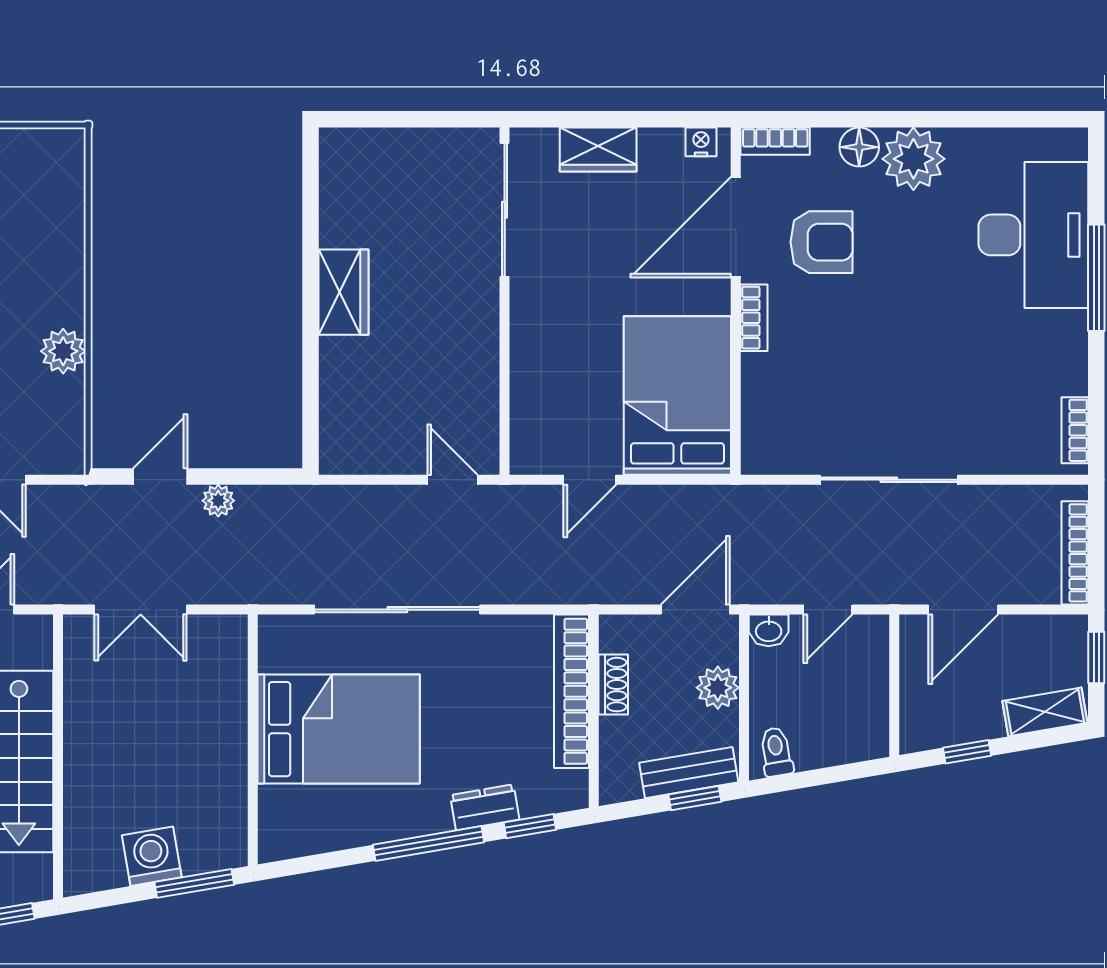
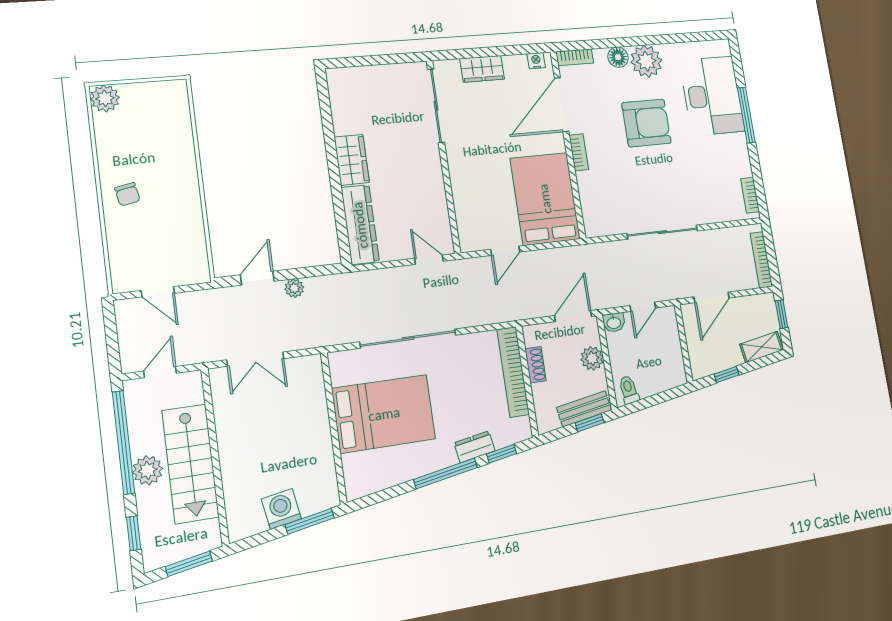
armchair: (821, 242) -> (646, 123), moved, width x1.36, depth x1.36
plant: (63, 351) -> (188, 210), removed
dresser: (343, 406) -> (360, 225), added

